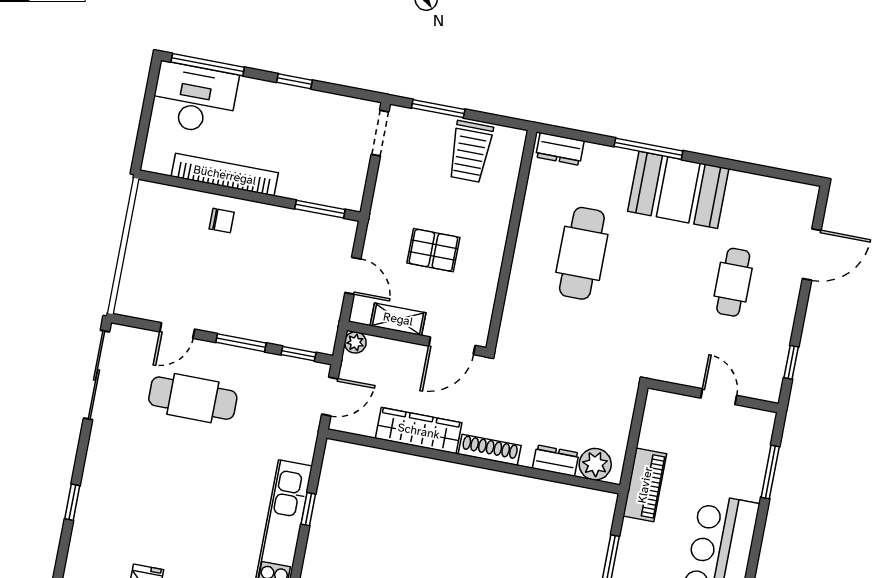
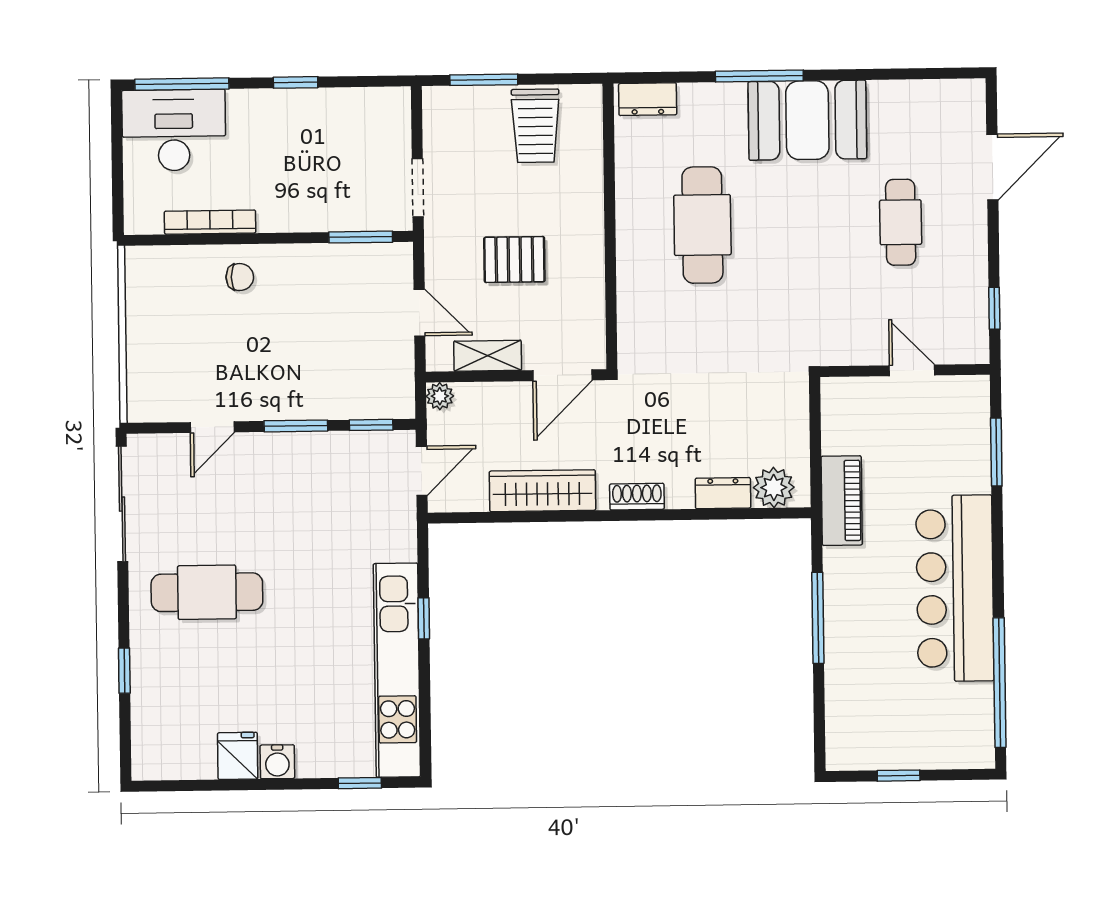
doorway: (380, 133) -> (418, 188), moved
bookcase: (225, 175) -> (210, 222), width x0.68, depth x0.76
cafe table: (193, 398) -> (207, 592), moved
shoe rack: (490, 450) -> (637, 497), width x0.70

